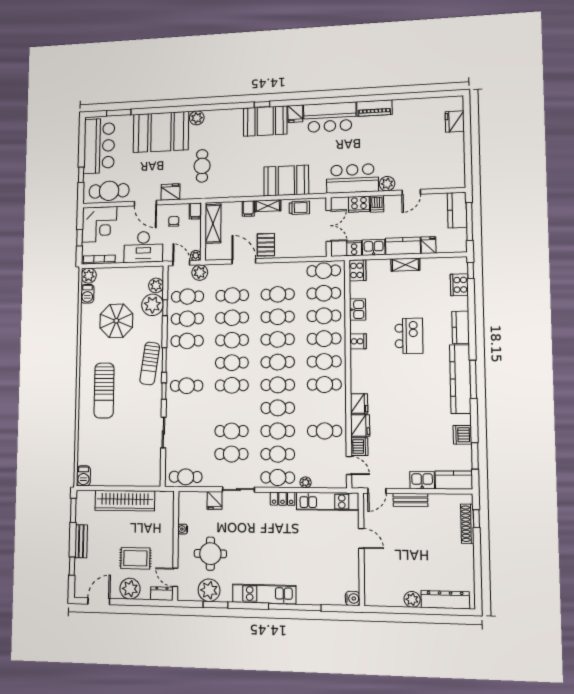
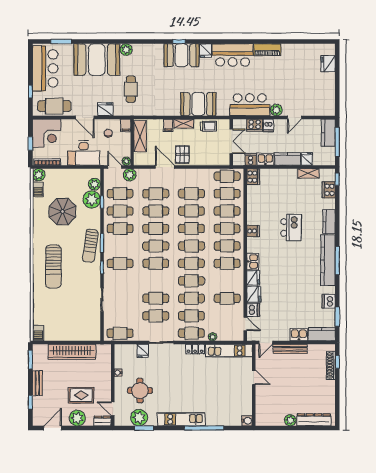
shelving: (405, 265) -> (308, 173), moved
kitchen sink: (358, 310) -> (253, 261), moved
bench: (410, 500) -> (290, 349), width x1.36

